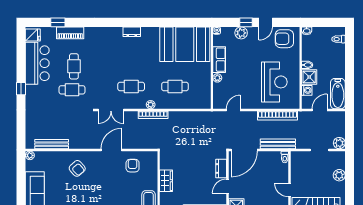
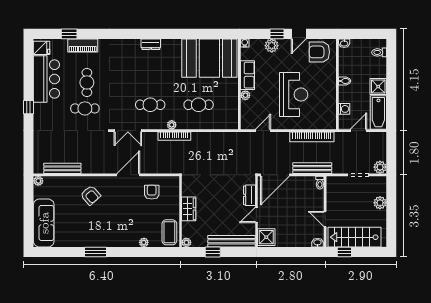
shower: (309, 77) -> (378, 87), moved
reception desk: (274, 82) -> (294, 94), moved

